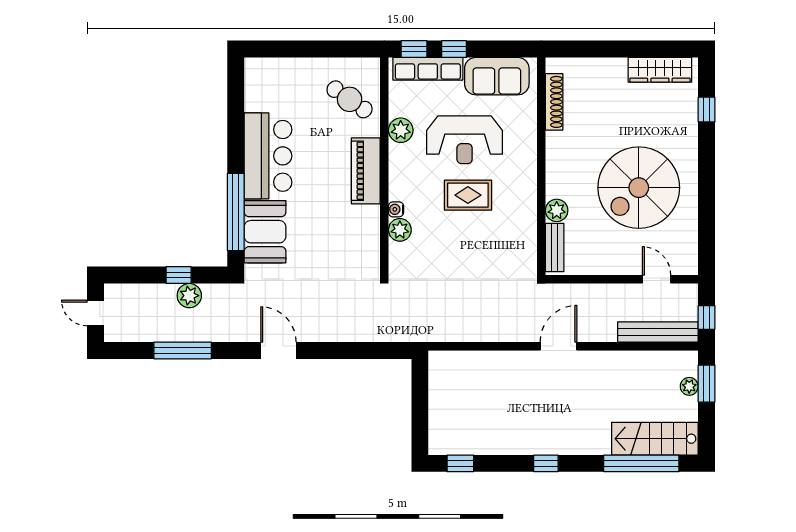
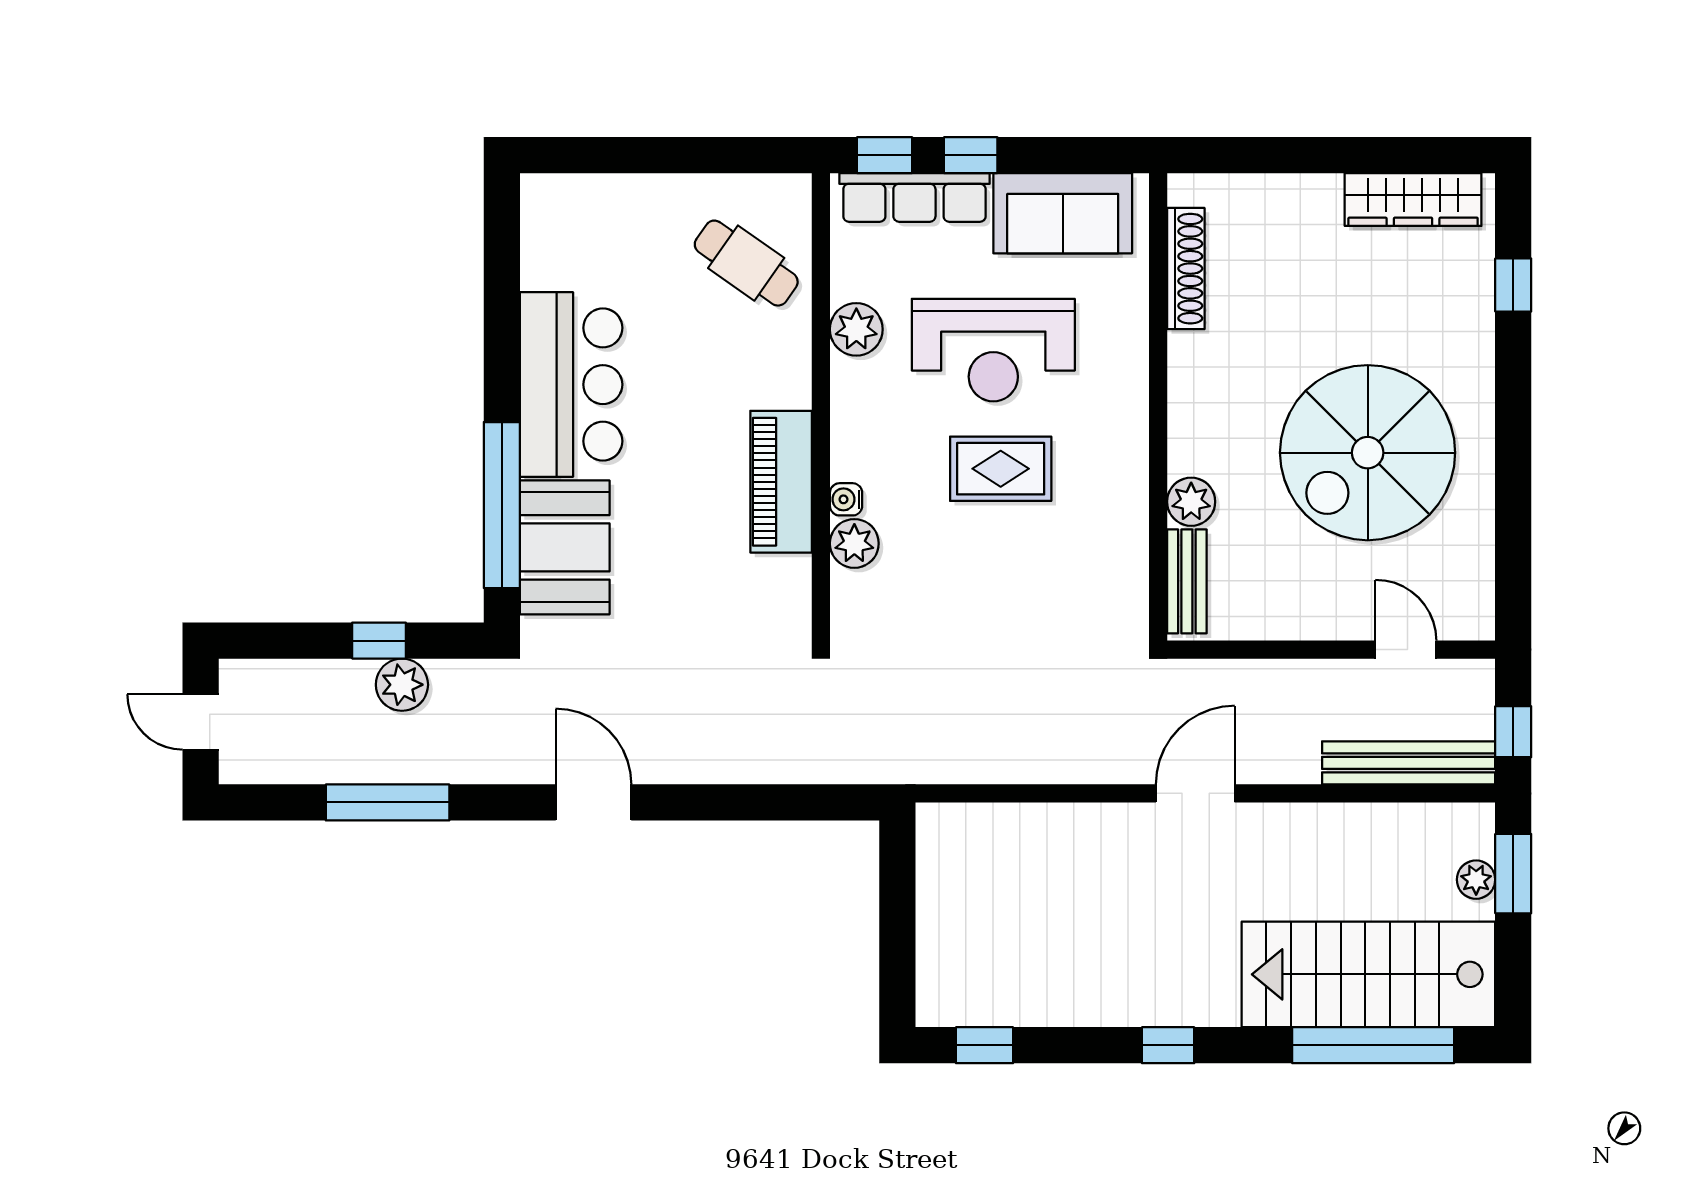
piano: (366, 171) -> (781, 482), moved
stairs: (655, 439) -> (1368, 974), width x1.36, depth x1.51

